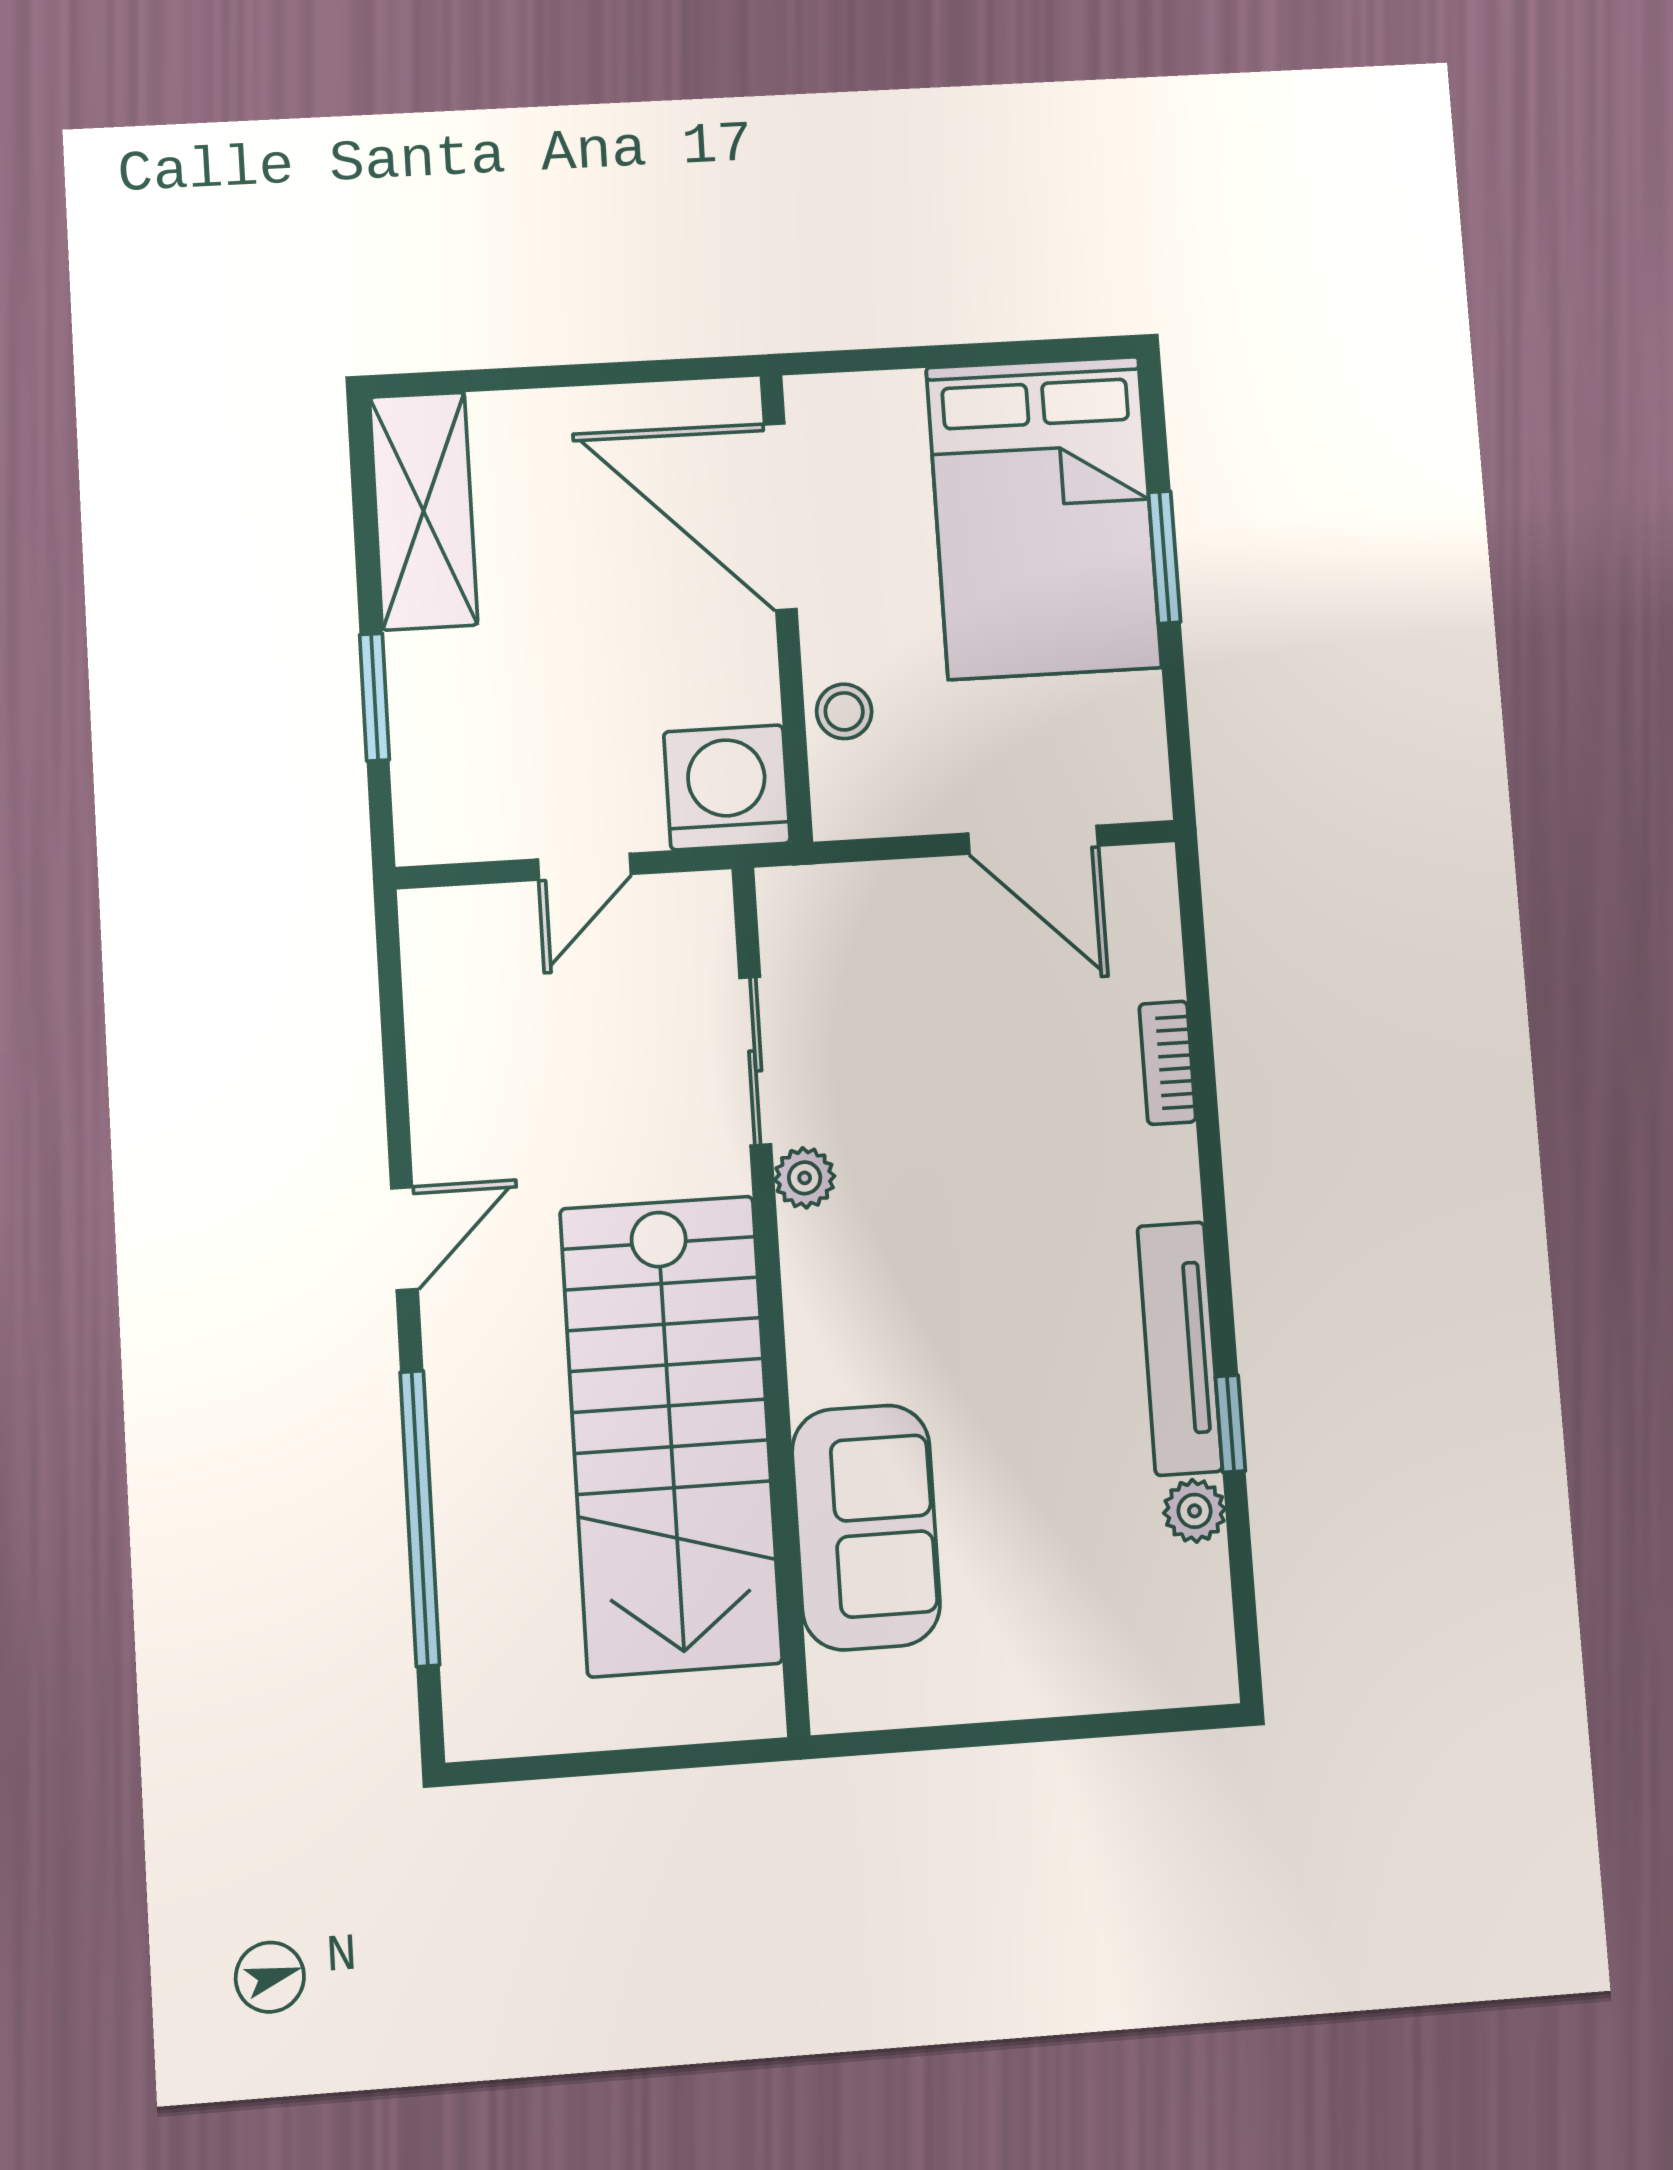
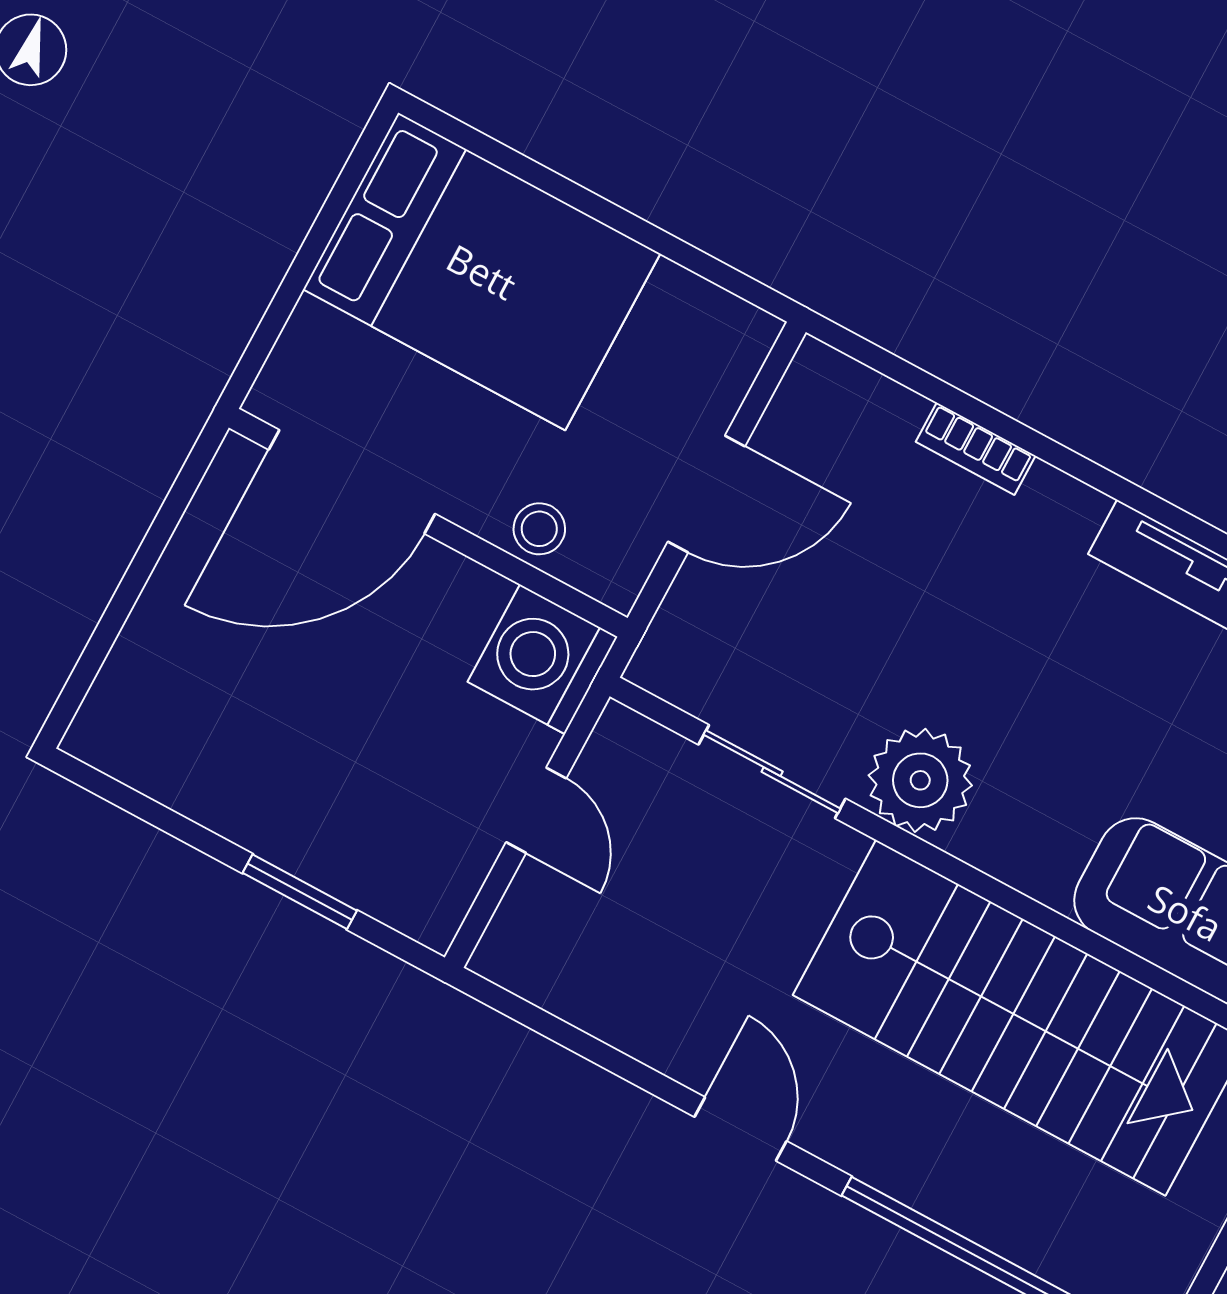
shelving: (423, 511) -> (174, 762), removed
window: (1164, 557) -> (573, 195), removed
door: (1033, 840) -> (706, 494), moved
plant: (805, 1178) -> (920, 780), width x1.87, depth x1.87

